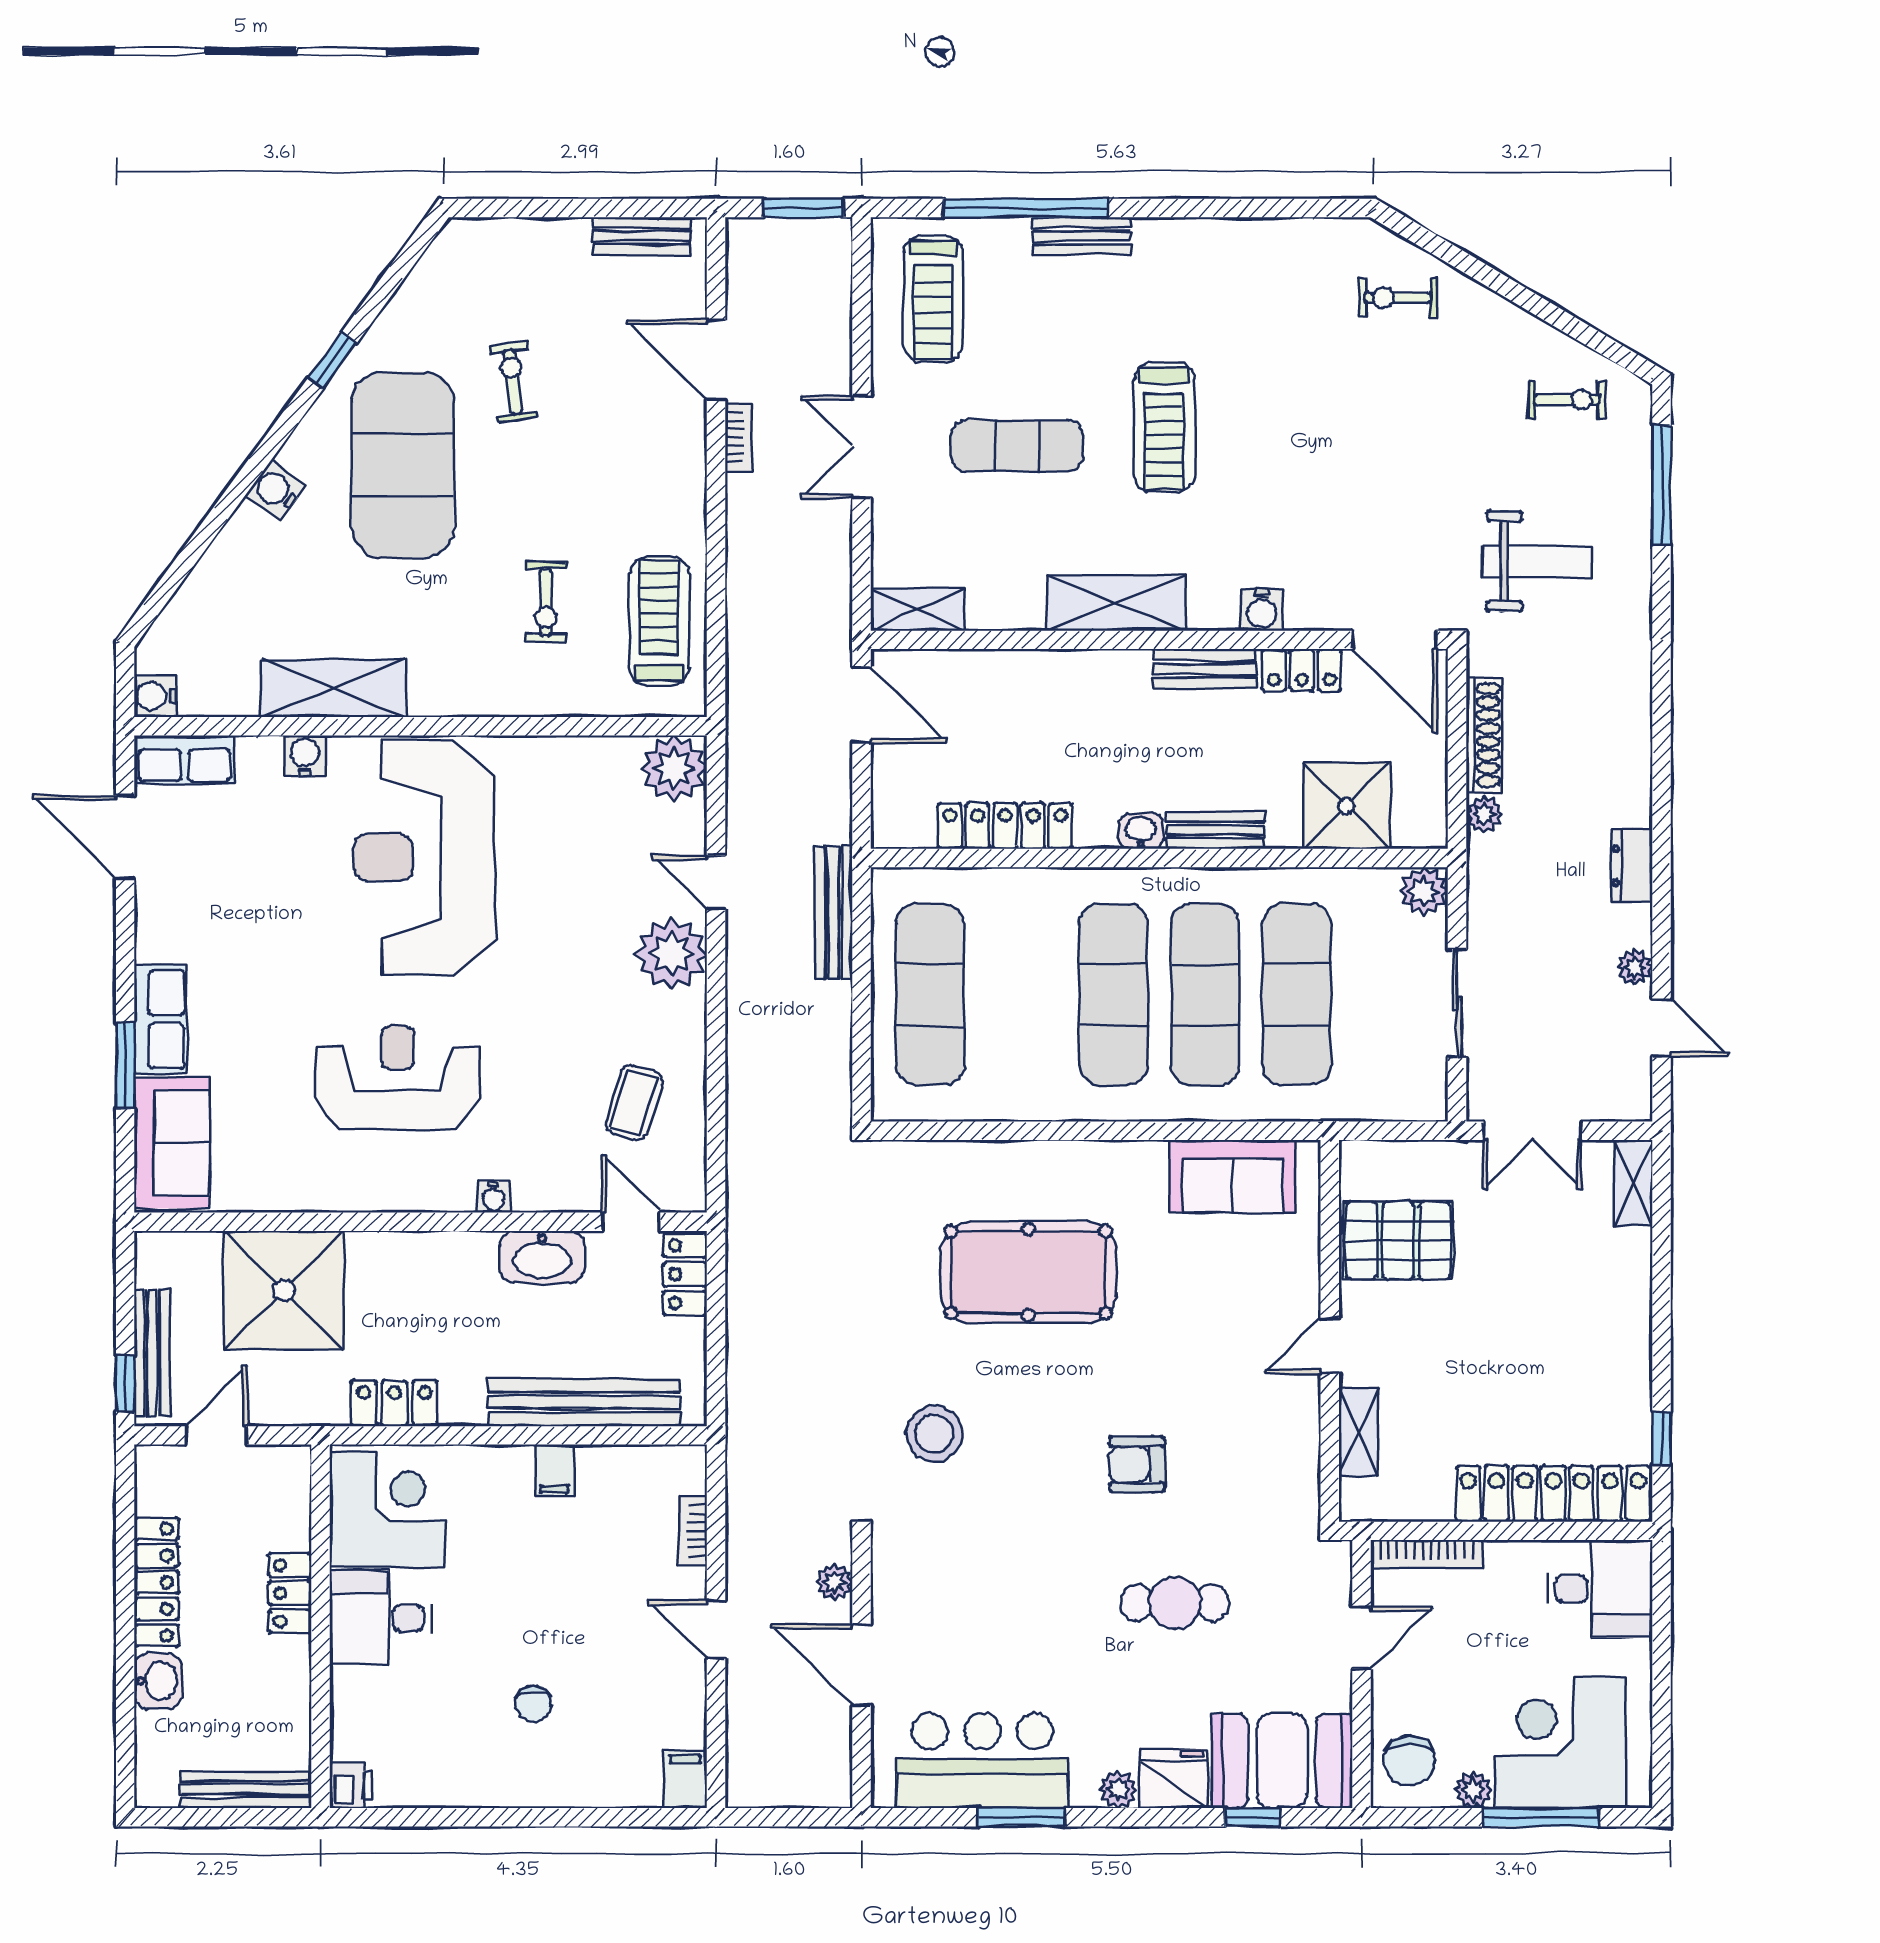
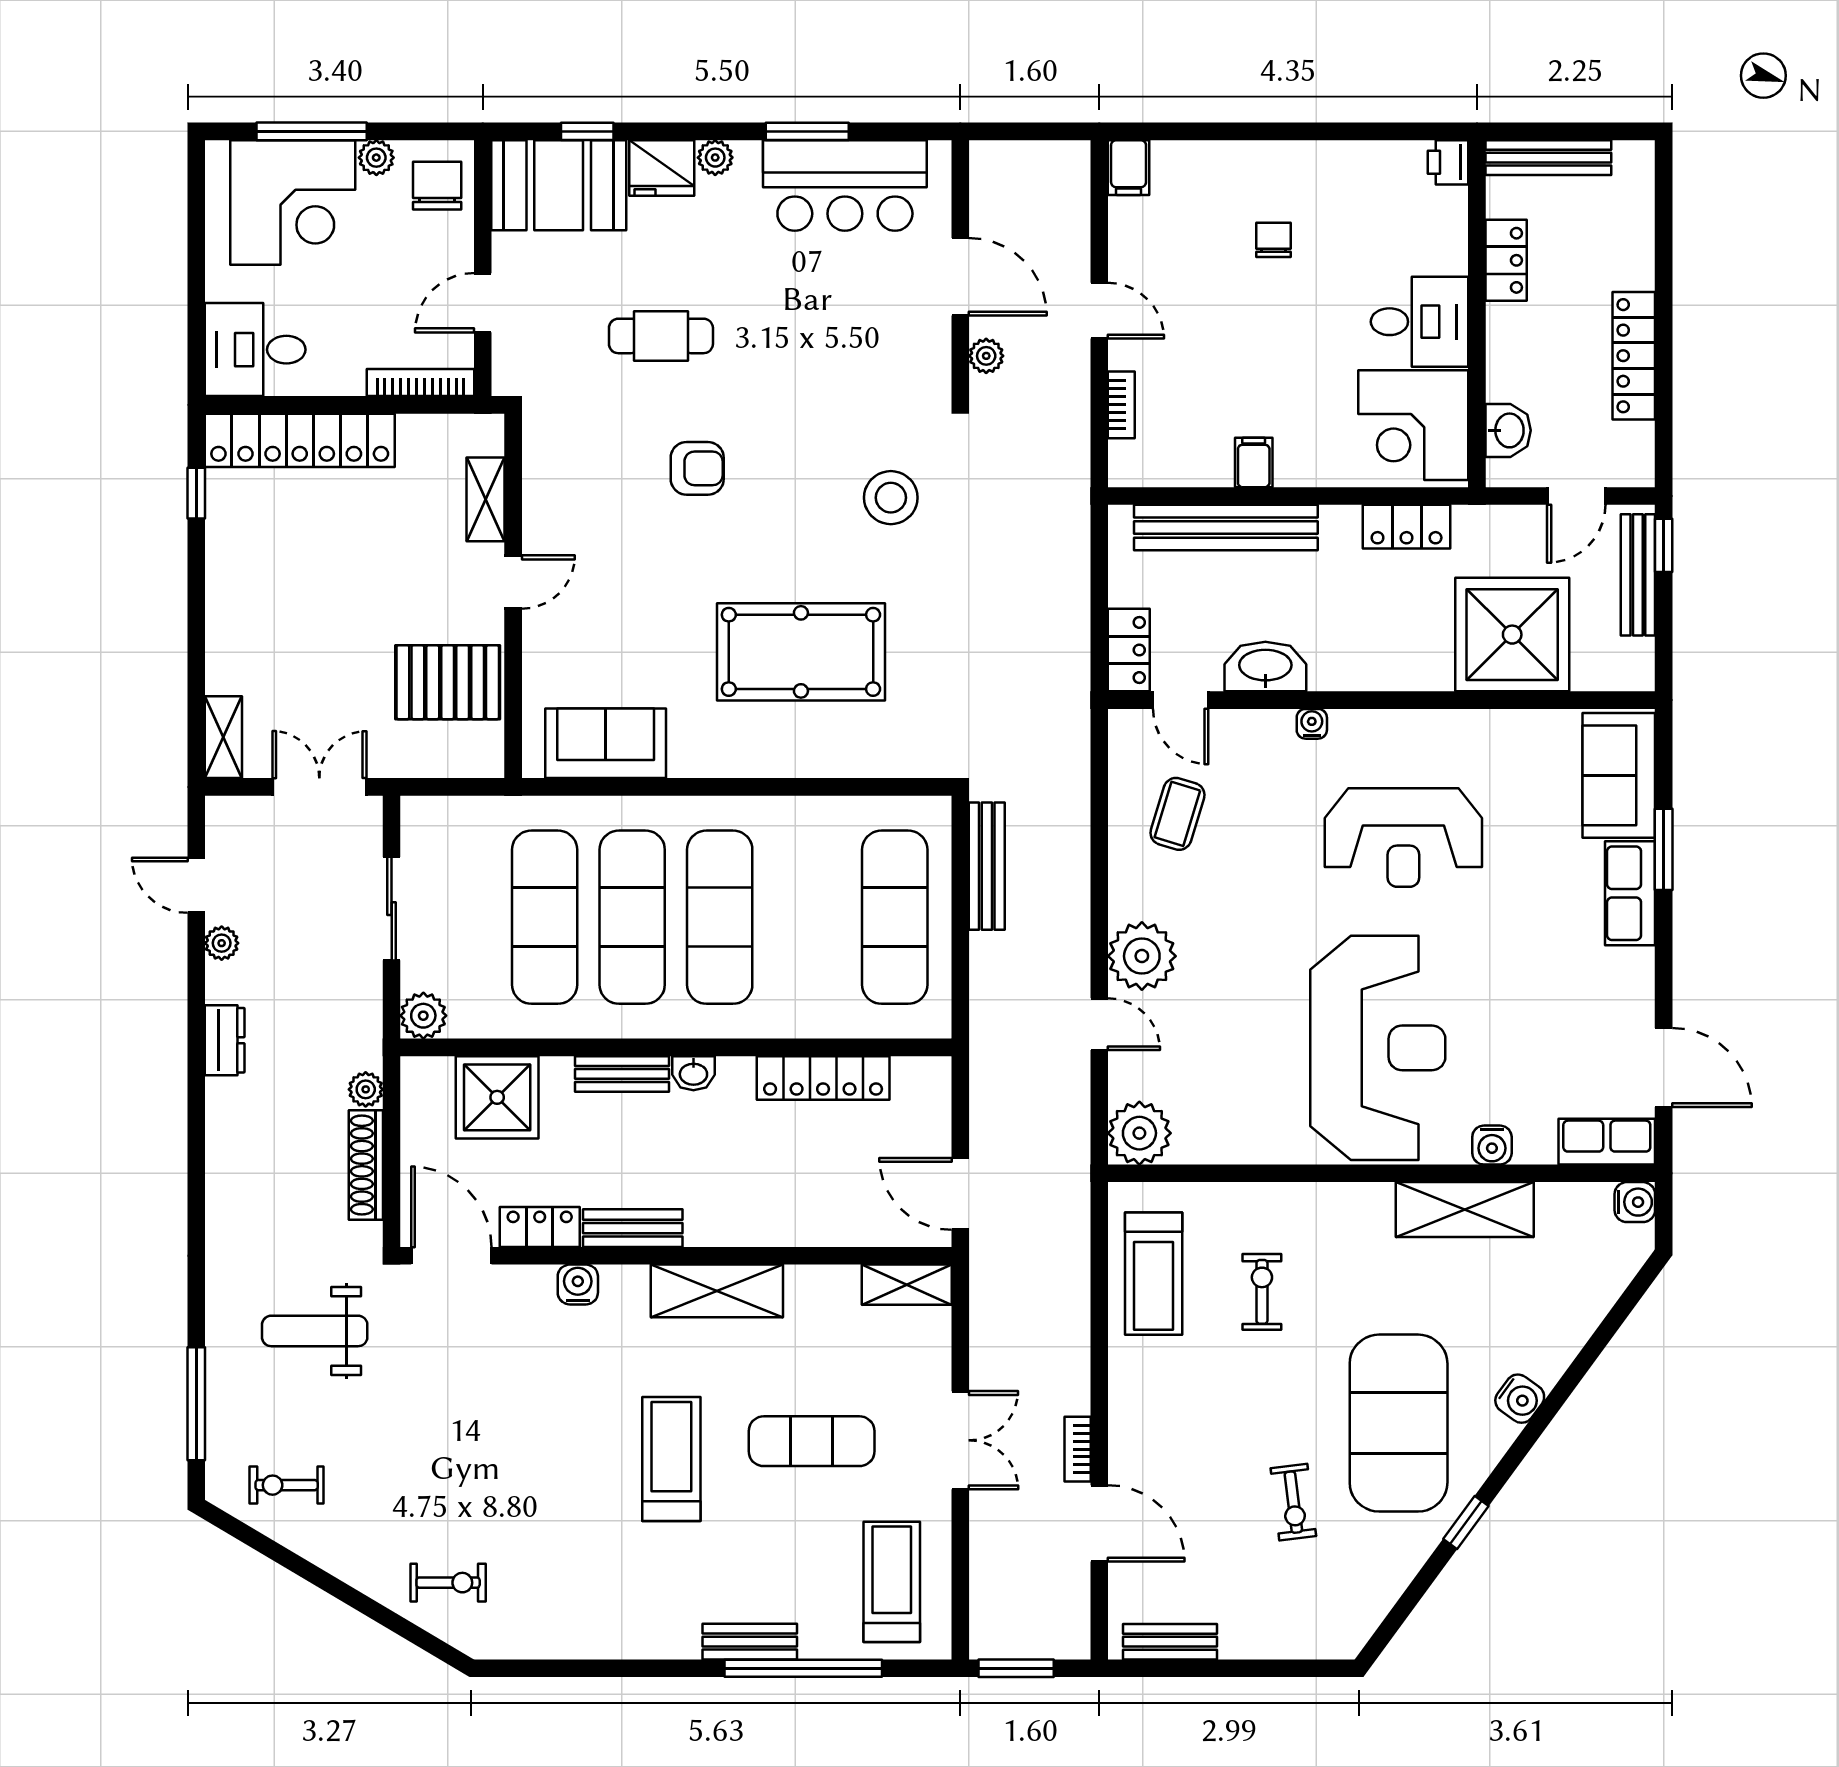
bench: (834, 913) -> (987, 866), moved
locker: (290, 1593) -> (1506, 260), moved
washbasin: (158, 1681) -> (1508, 430), moved, turned 180

